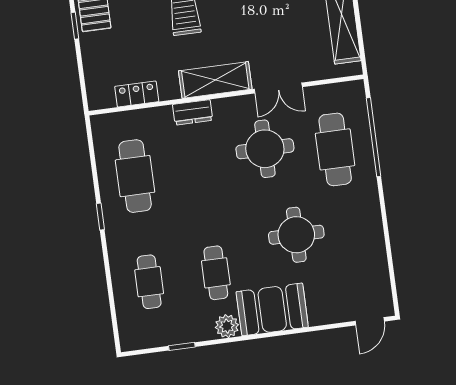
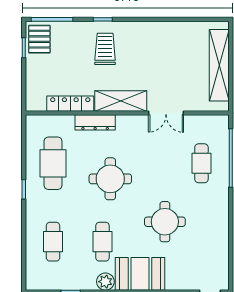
locker: (137, 94) -> (70, 104), width x1.53
dresser: (193, 112) -> (95, 122), width x1.44
round table: (265, 149) -> (110, 179), moved
cafe table: (335, 149) -> (201, 163), width x0.73, depth x0.74

